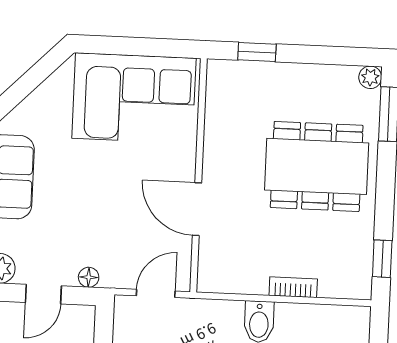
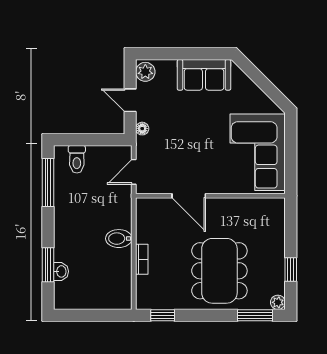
window: (257, 52) -> (291, 269), moved
door: (197, 209) -> (189, 196), swing flipped
door: (156, 293) -> (134, 172), swing flipped

